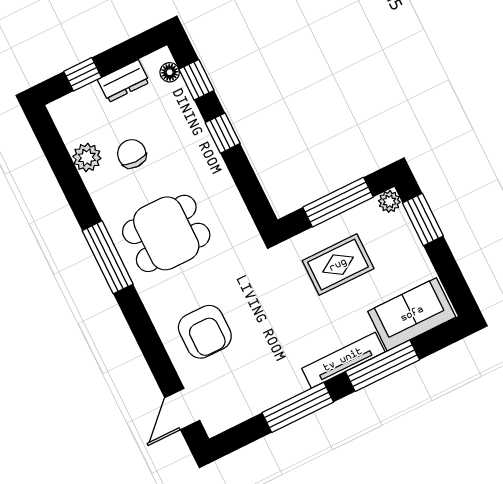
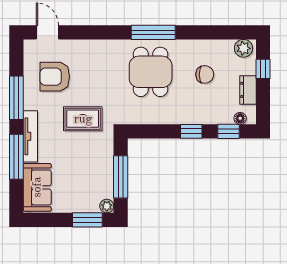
plant: (87, 157) -> (244, 48), moved
rug: (338, 265) -> (83, 119), moved, turned 90
armchair: (205, 332) -> (55, 77), moved

